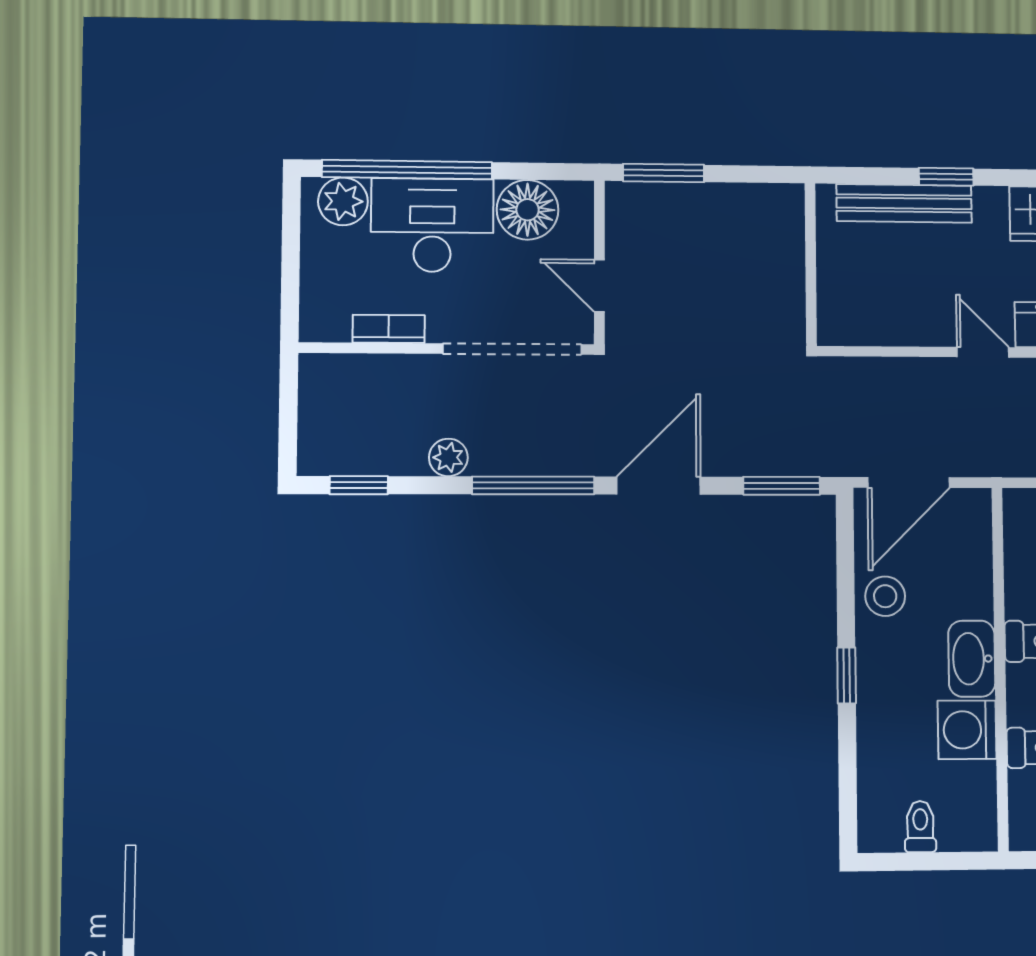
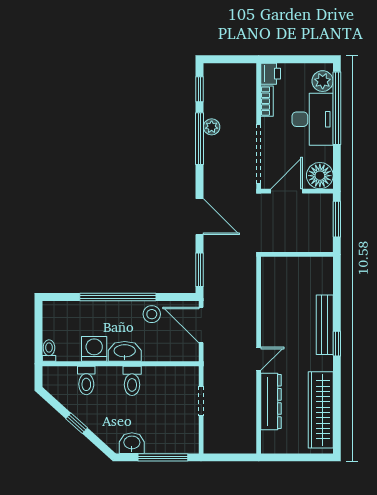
floor lamp: (528, 210) -> (320, 176), moved
wall: (811, 264) -> (297, 254), moved
door: (599, 286) -> (287, 191), width x1.38
printer: (324, 320) -> (271, 74), added
window: (533, 485) -> (200, 139), moved
window: (847, 675) -> (118, 297), width x3.17
toilet: (920, 827) -> (49, 351), moved, turned -90

